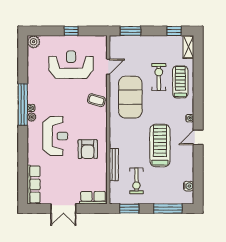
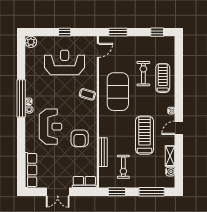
shelving: (188, 47) -> (170, 156), moved
door: (108, 67) -> (98, 50), moved

